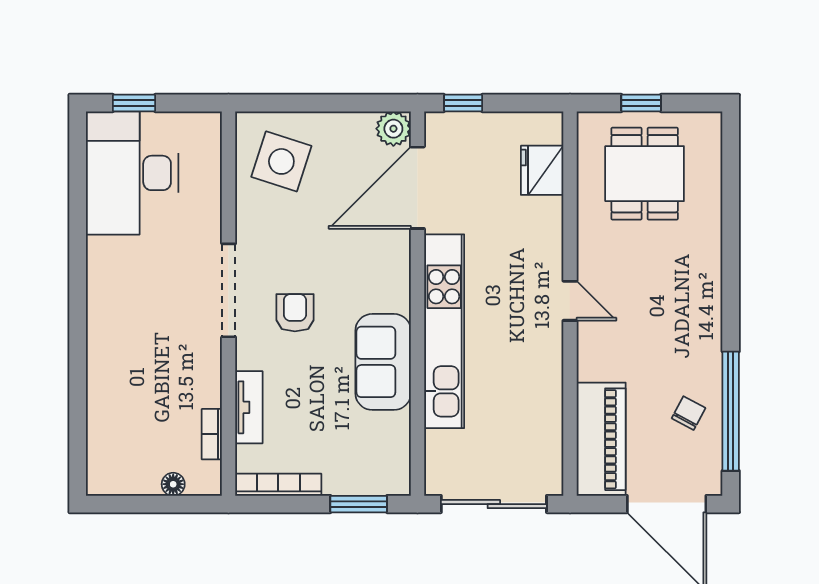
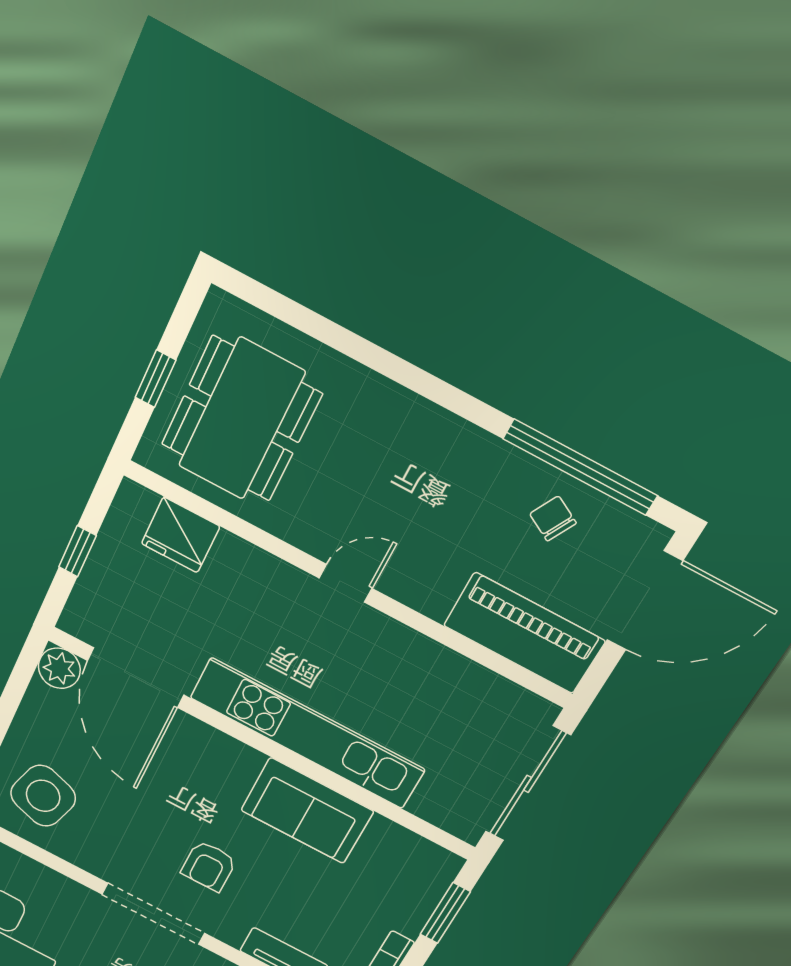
window: (463, 103) -> (77, 551), moved
dining table: (645, 174) -> (241, 419), width x1.38
armchair: (295, 313) -> (209, 866), turned -90

